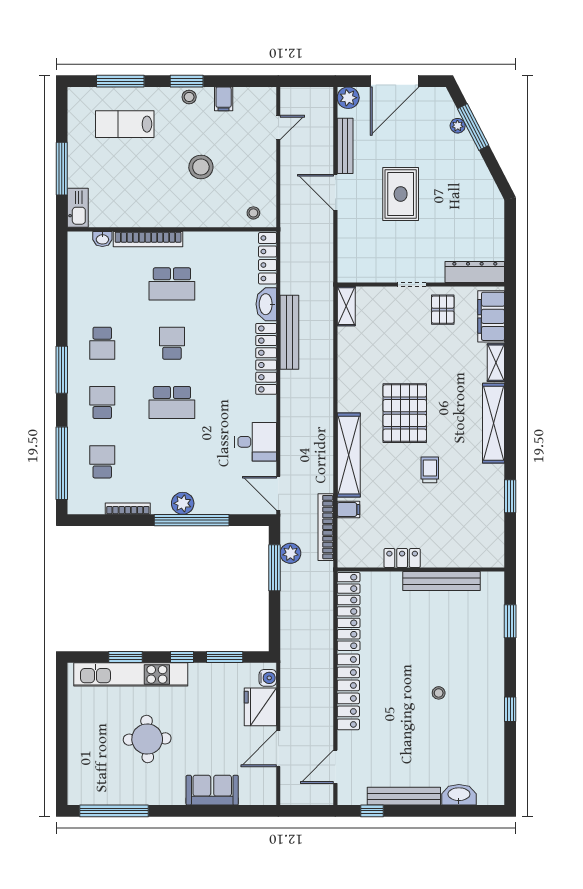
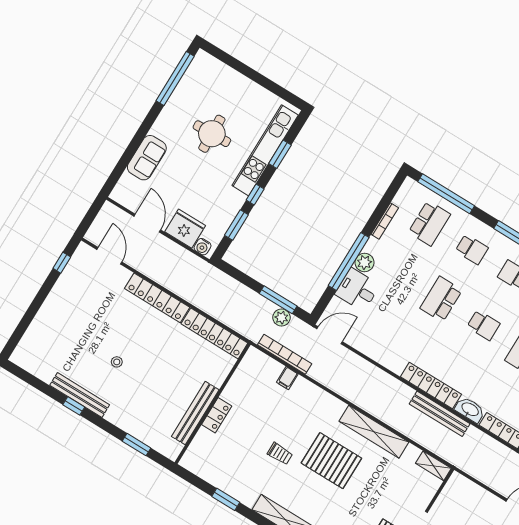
desk: (256, 442) -> (357, 290), moved, turned 90
shelving: (349, 455) -> (374, 432), moved
school desk: (102, 462) -> (429, 223), width x1.85
locker: (402, 558) -> (217, 415), moved
washbasin: (459, 795) -> (35, 332), removed
bench: (404, 796) -> (80, 395), moved, turned 90

